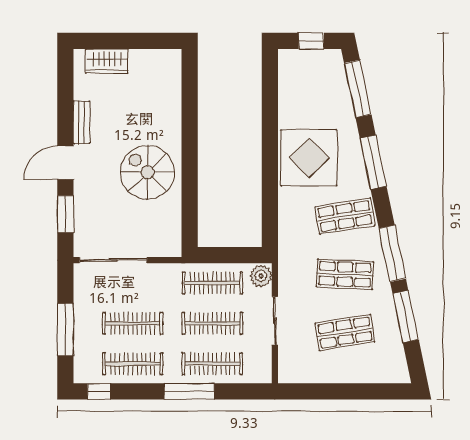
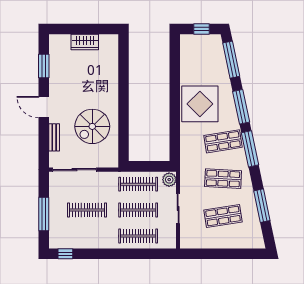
wardrobe: (107, 61) -> (85, 42), moved
bench: (82, 122) -> (54, 137), moved
door: (65, 163) -> (44, 107), hinge flipped
spiral stairs: (148, 172) -> (92, 126), moved, turned -90
window: (65, 214) -> (44, 66), moved
window: (392, 254) -> (250, 149), moved
clothes rail: (133, 364) -> (87, 236), removed
window: (189, 391) -> (123, 254), removed

